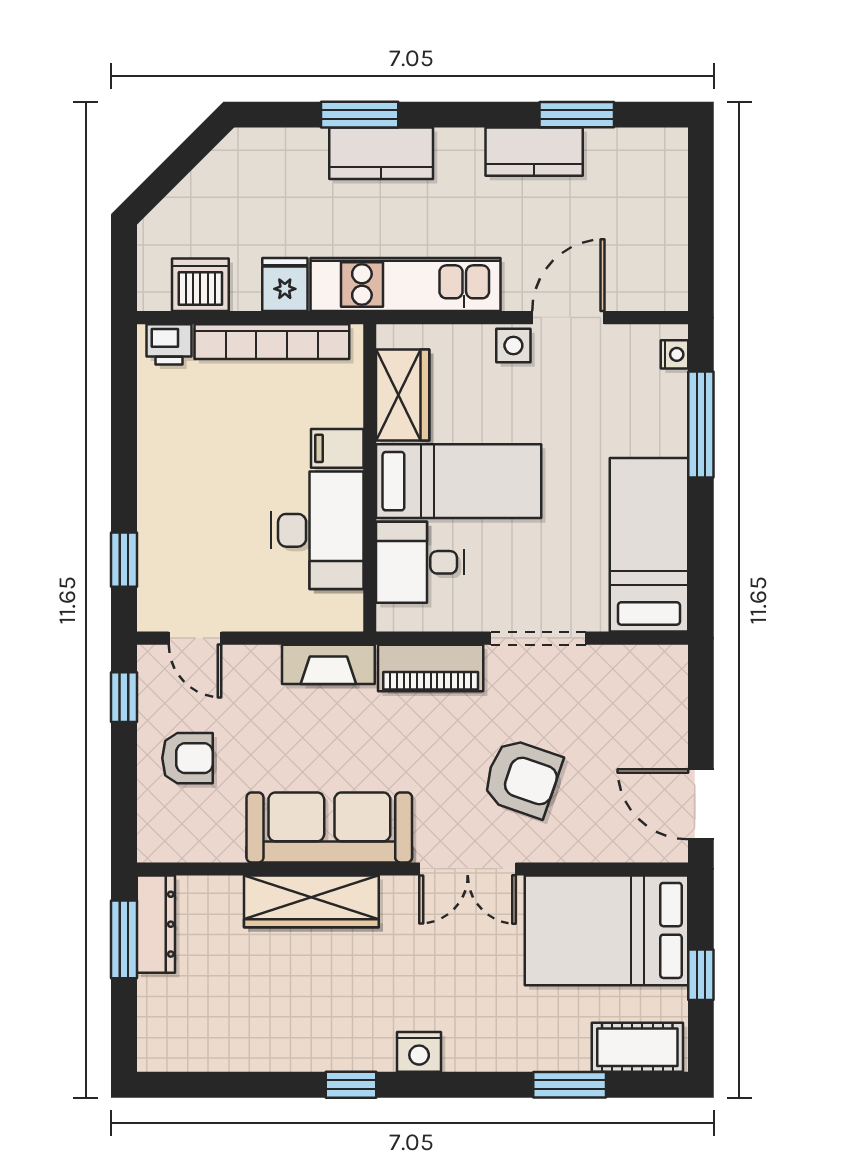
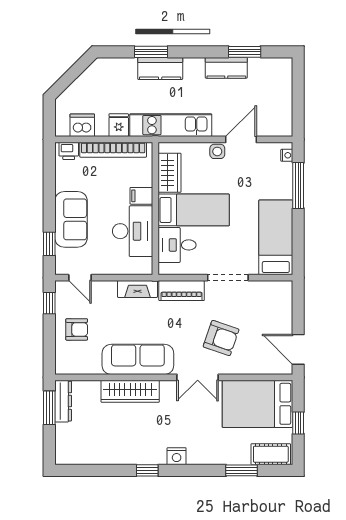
sofa: (174, 503) -> (71, 219), added

